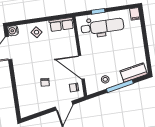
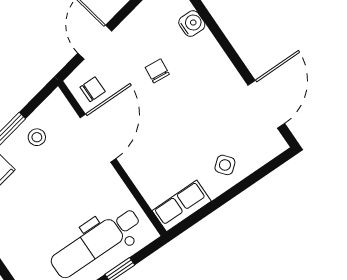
water cooler: (13, 31) -> (192, 24), moved
door: (81, 67) -> (98, 138), hinge flipped

